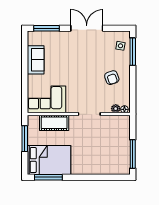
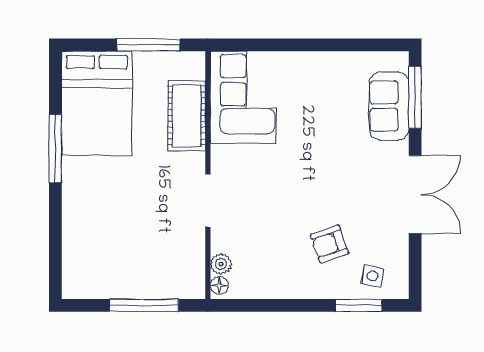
window: (133, 52) -> (359, 305), width x0.69
sofa: (36, 60) -> (389, 106), moved, turned 90
armchair: (112, 78) -> (329, 244), moved
window: (133, 154) -> (144, 305), moved
window: (48, 177) -> (55, 149), moved

